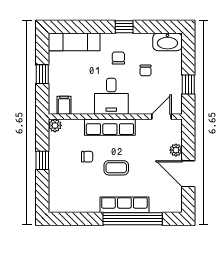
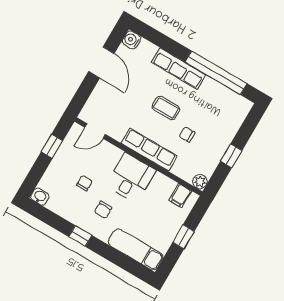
washbasin: (167, 42) -> (40, 197), width x0.52, depth x0.69
plant: (176, 150) -> (100, 92), removed
water cooler: (175, 206) -> (132, 40), added
window: (133, 219) -> (216, 73), moved

